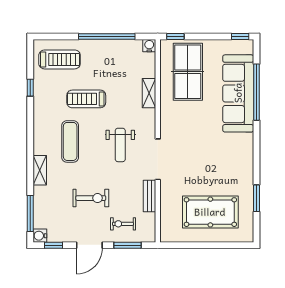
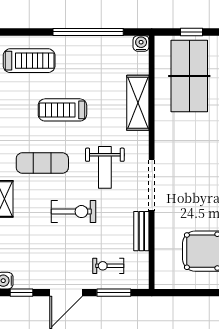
window: (175, 36) -> (192, 32), moved
shelving: (149, 93) -> (138, 103), width x1.50, depth x1.33
exercise mat: (70, 141) -> (42, 163), turned 90
exercise bike: (91, 198) -> (73, 212), moved

